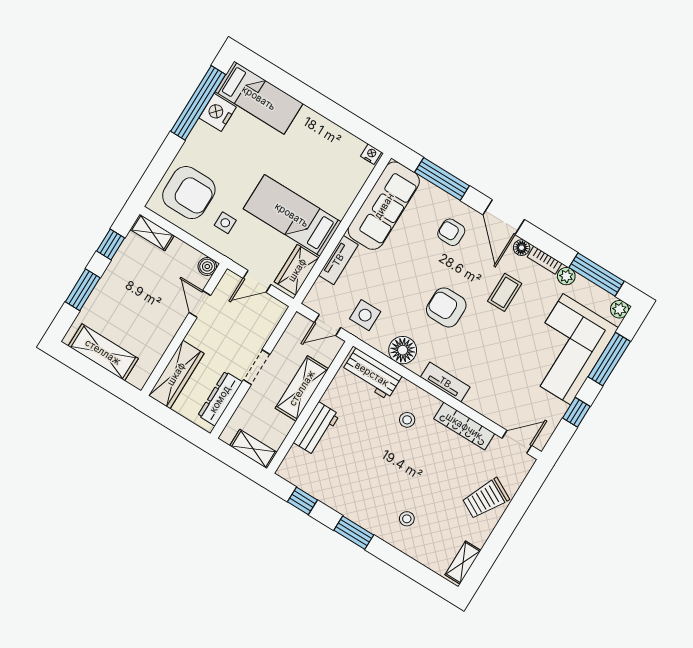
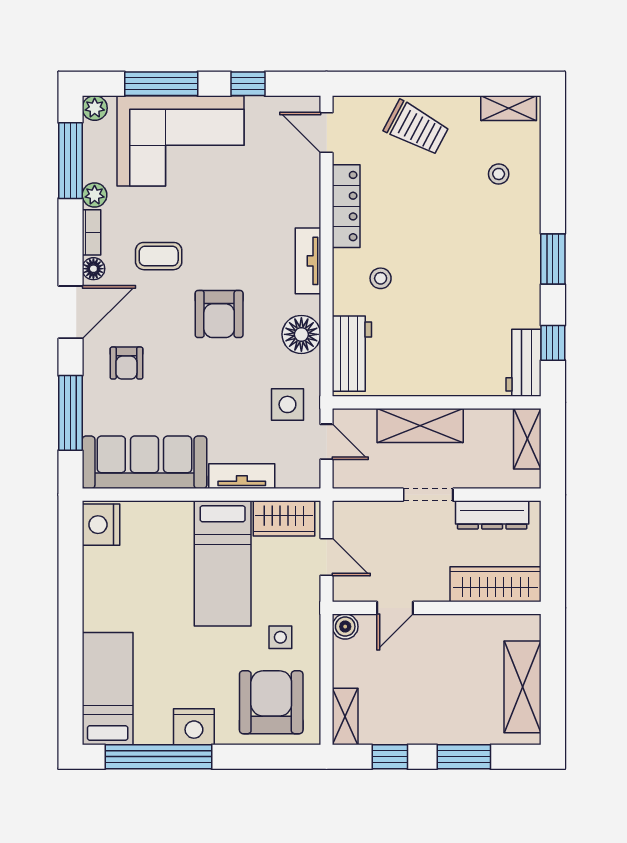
nightstand: (218, 112) -> (194, 727), moved
nightstand: (371, 154) -> (101, 525), width x1.89, depth x1.79
workbench: (317, 428) -> (524, 363), moved, turned -90
stool: (407, 519) -> (499, 174), moved

